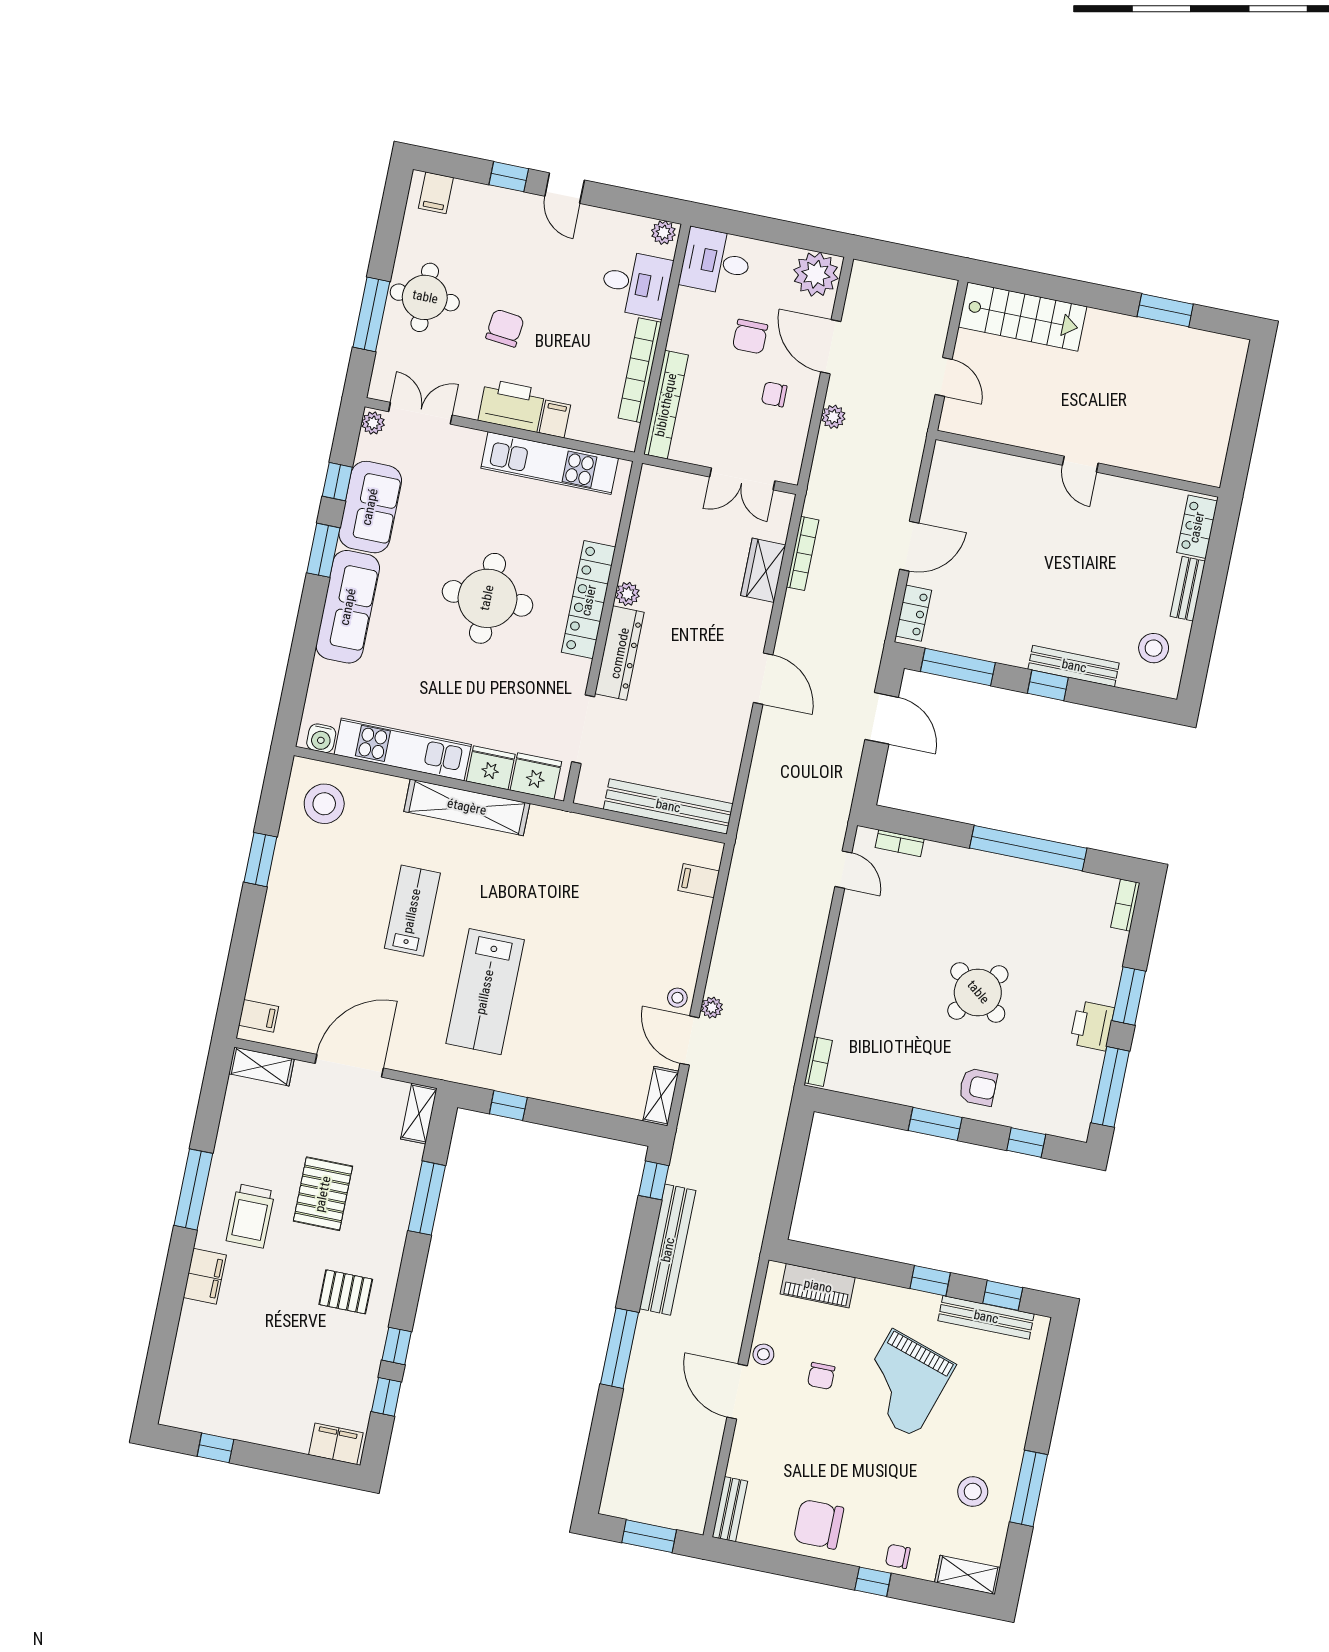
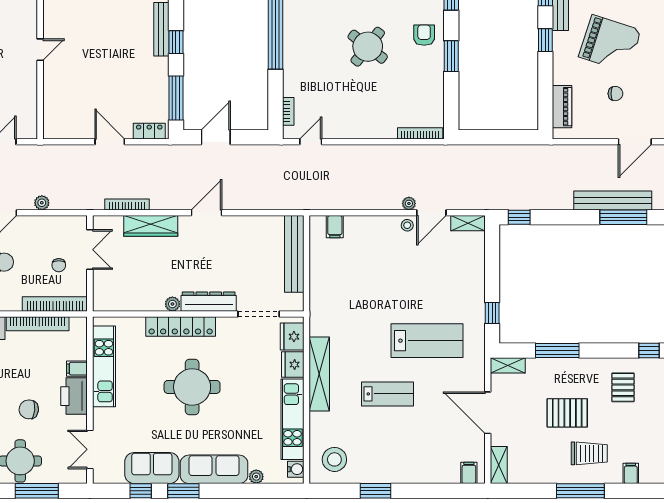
chair: (774, 394) -> (59, 265), moved
plant: (373, 423) -> (256, 477), moved
wardrobe: (763, 570) -> (151, 226), width x1.50
lab bench: (412, 911) -> (387, 394), turned 180
bookcase: (818, 1062) -> (420, 133), width x1.56
bench: (668, 1250) -> (613, 200), moved
filing cabinet: (205, 1276) -> (631, 473), width x0.50
stool: (763, 1354) -> (609, 131), removed

